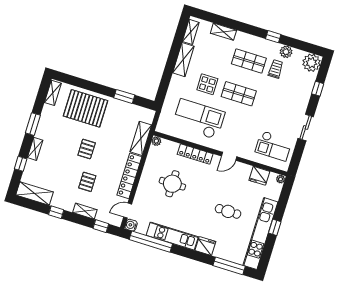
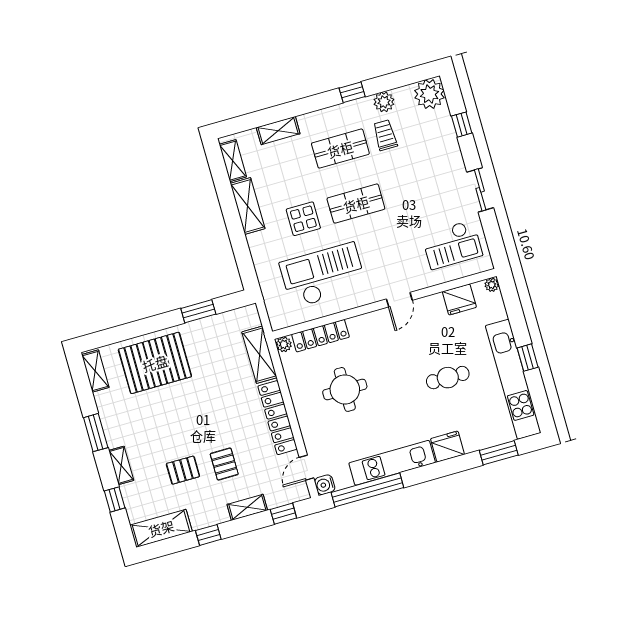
pallet: (87, 149) -> (183, 470), moved, turned 90
locker: (195, 154) -> (320, 336), moved
window: (229, 266) -> (499, 453), width x0.69

